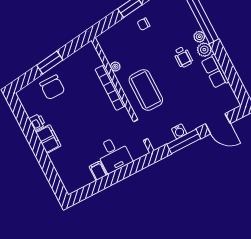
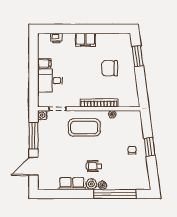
window: (50, 63) -> (138, 56), moved
chair: (52, 87) -> (110, 68), moved
printer: (37, 122) -> (56, 38), moved
water cooler: (179, 131) -> (42, 115), moved

